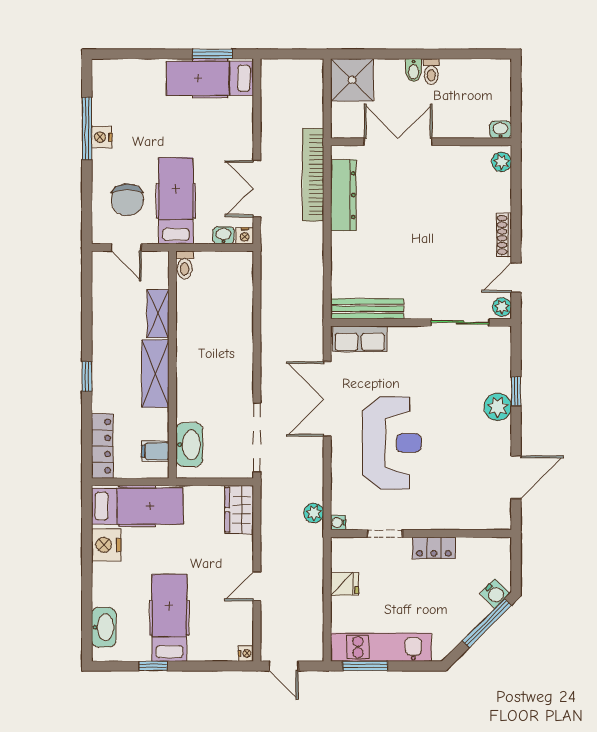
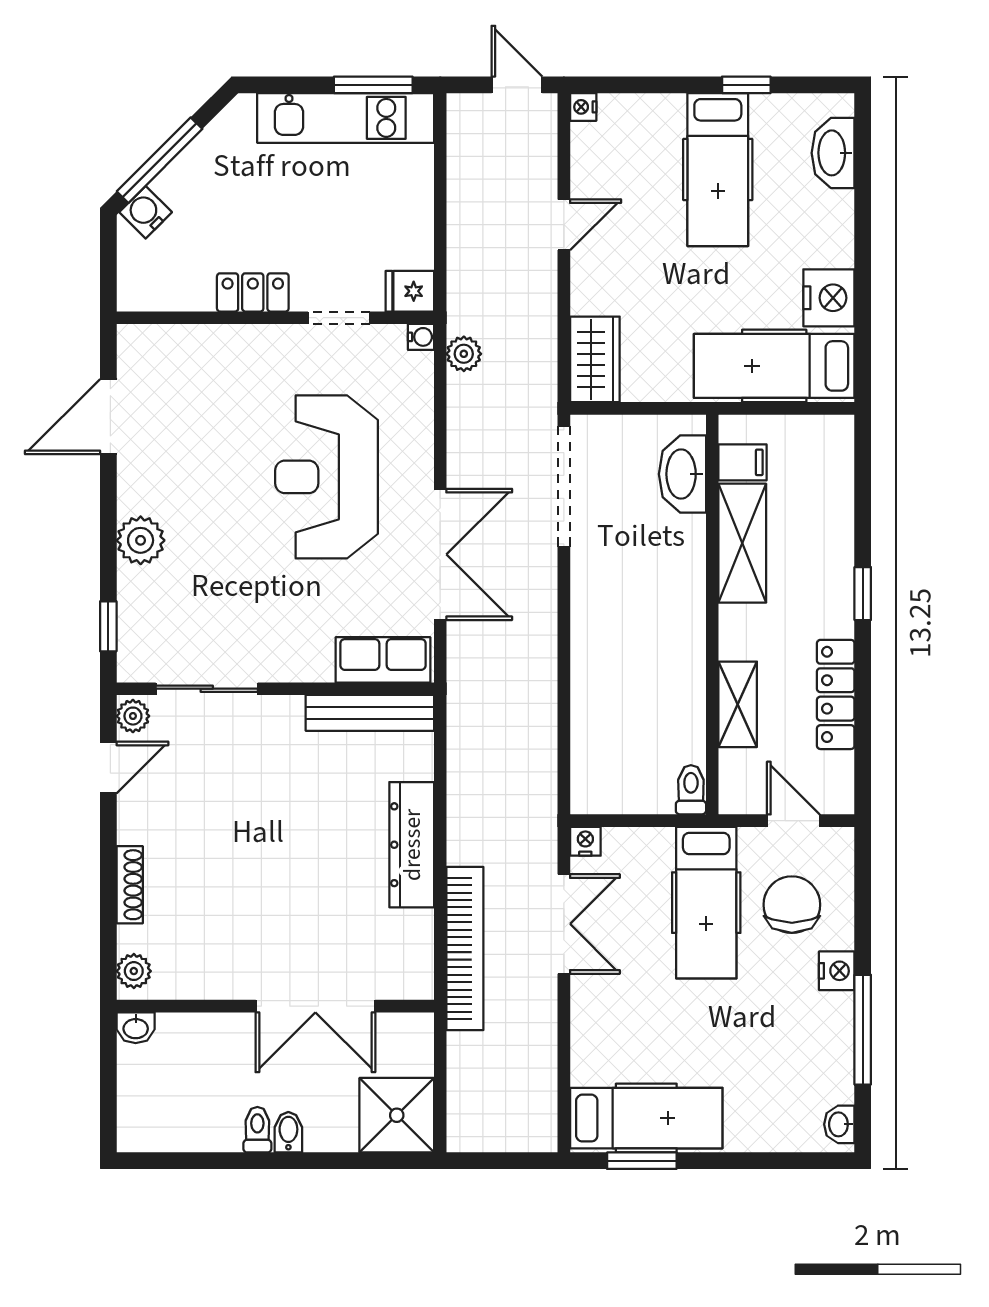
nightstand: (102, 137) -> (837, 971), moved
dresser: (343, 195) -> (412, 845), moved
washbasin: (223, 235) -> (839, 1124), moved, turned 90
shoe rack: (504, 235) -> (130, 885), moved
shelving: (155, 374) -> (742, 543), moved
window: (516, 391) -> (108, 626), moved
locker: (102, 446) -> (836, 694), moved
fridge: (344, 584) -> (410, 291), moved

